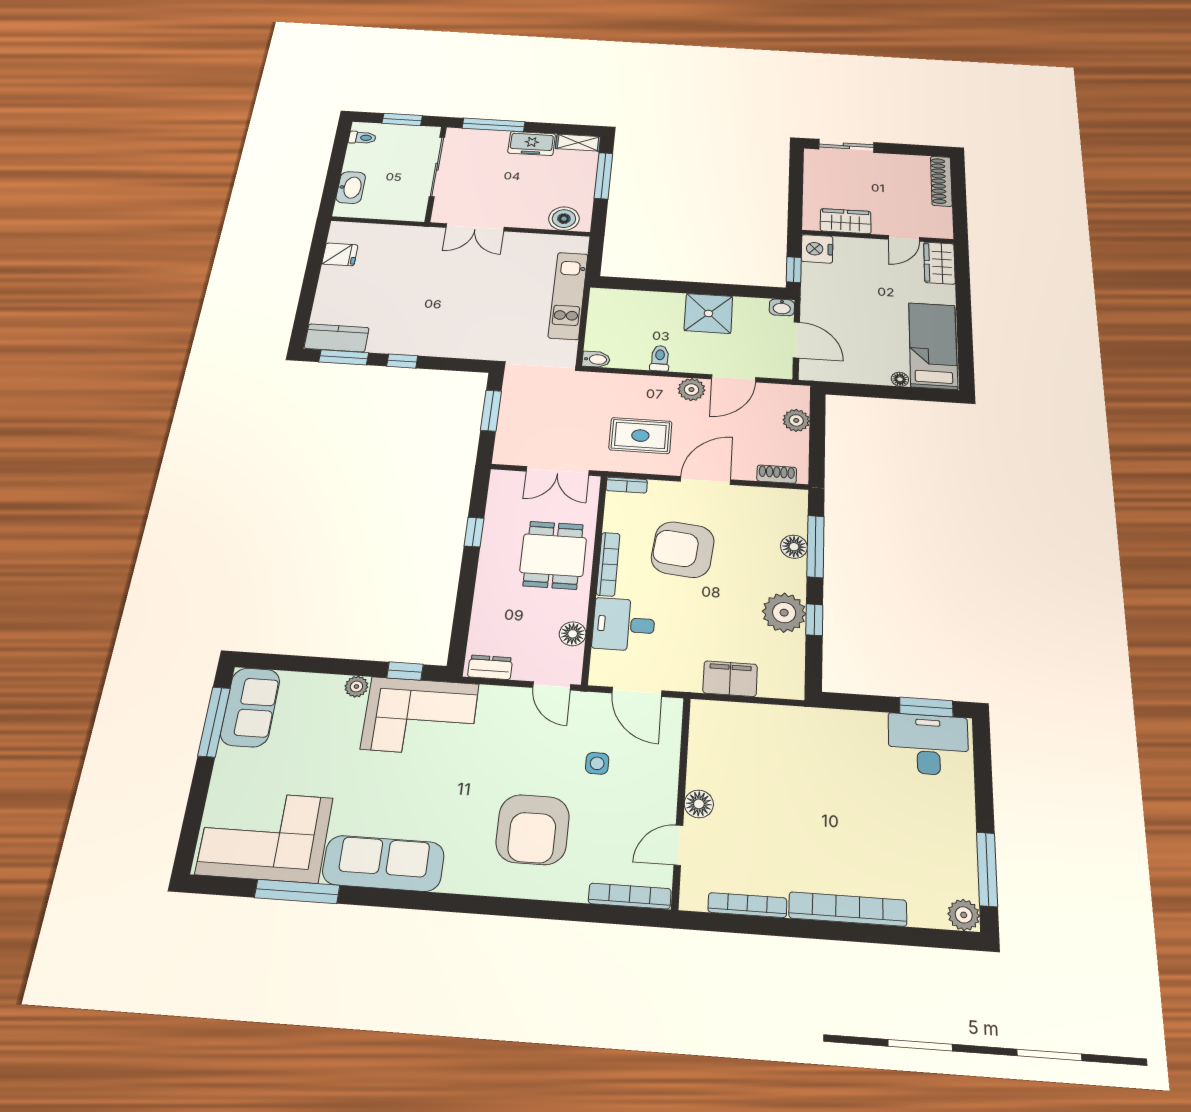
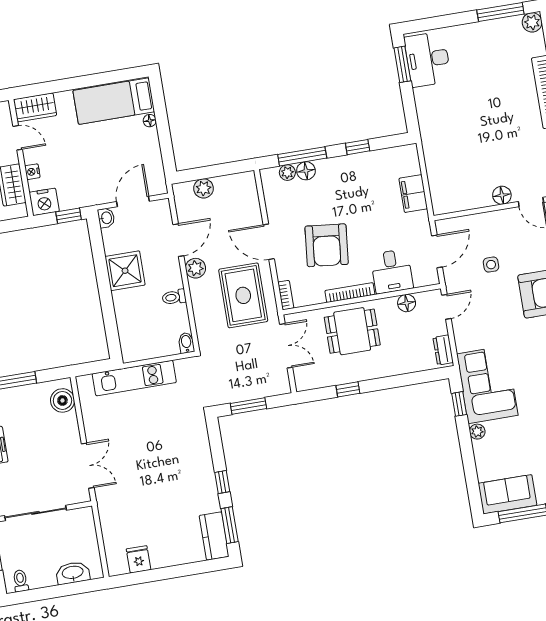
nightstand: (858, 245) -> (32, 172), added
door: (734, 378) -> (178, 240), hinge flipped
rug: (640, 436) -> (243, 295), width x1.36, depth x1.43
shoe rack: (777, 474) -> (251, 194), removed
plant: (784, 613) -> (287, 173), moved, width x0.53, depth x0.53

